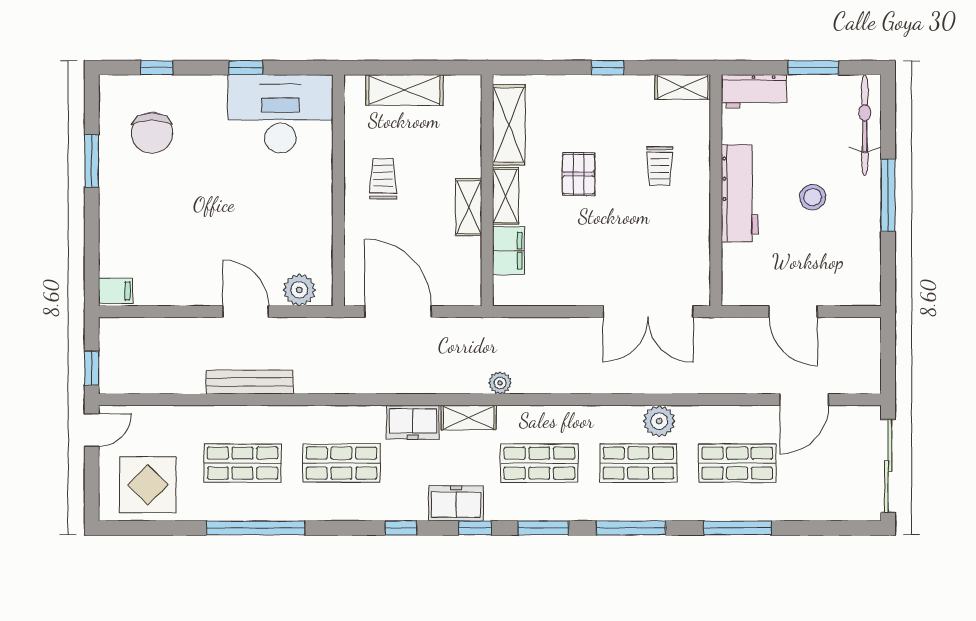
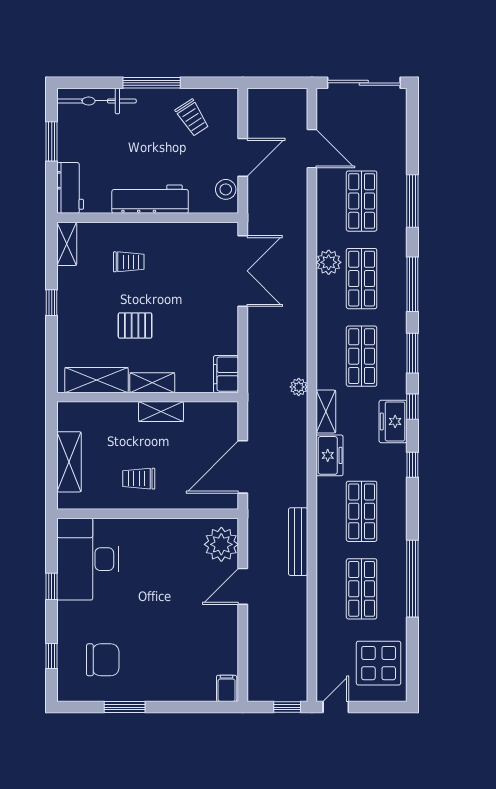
stool: (813, 197) -> (226, 189), moved
trolley: (844, 247) -> (192, 118), added
filing cabinet: (509, 251) -> (226, 374), moved, turned -90
plant: (299, 290) -> (221, 544), width x1.36, depth x1.36
bench: (249, 382) -> (298, 542), moved
door: (92, 430) -> (336, 707), hinge flipped

